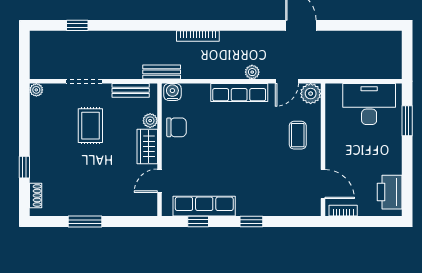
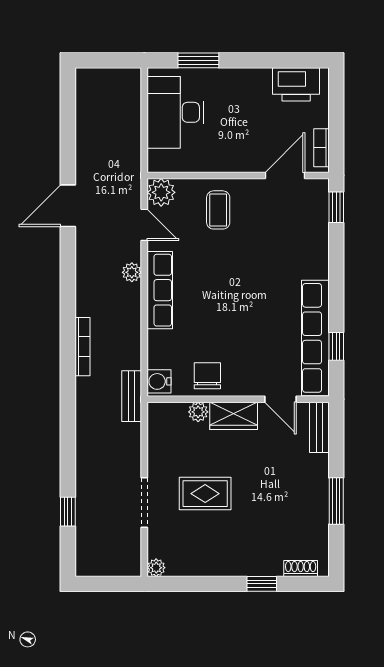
bench: (131, 90) -> (319, 427), moved
coffee table: (298, 135) -> (218, 210), turned 90
row of seats: (204, 206) -> (315, 338), width x1.36
window: (251, 222) -> (336, 207), moved

